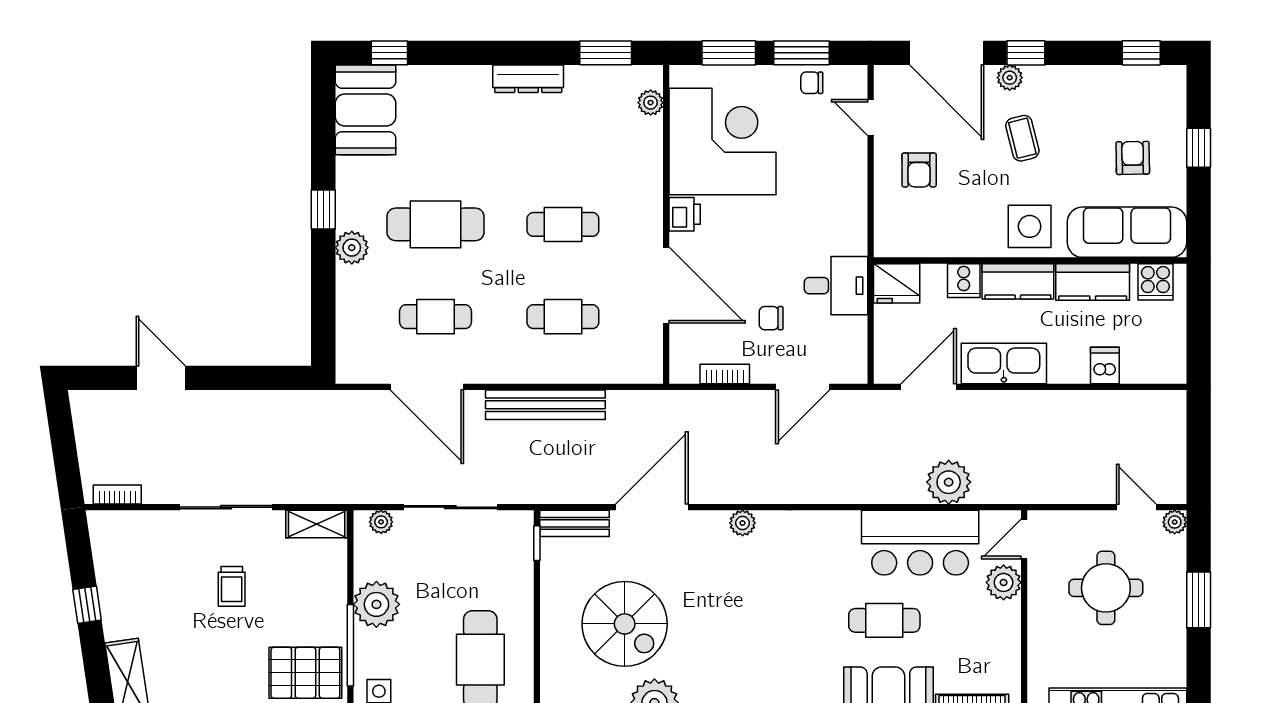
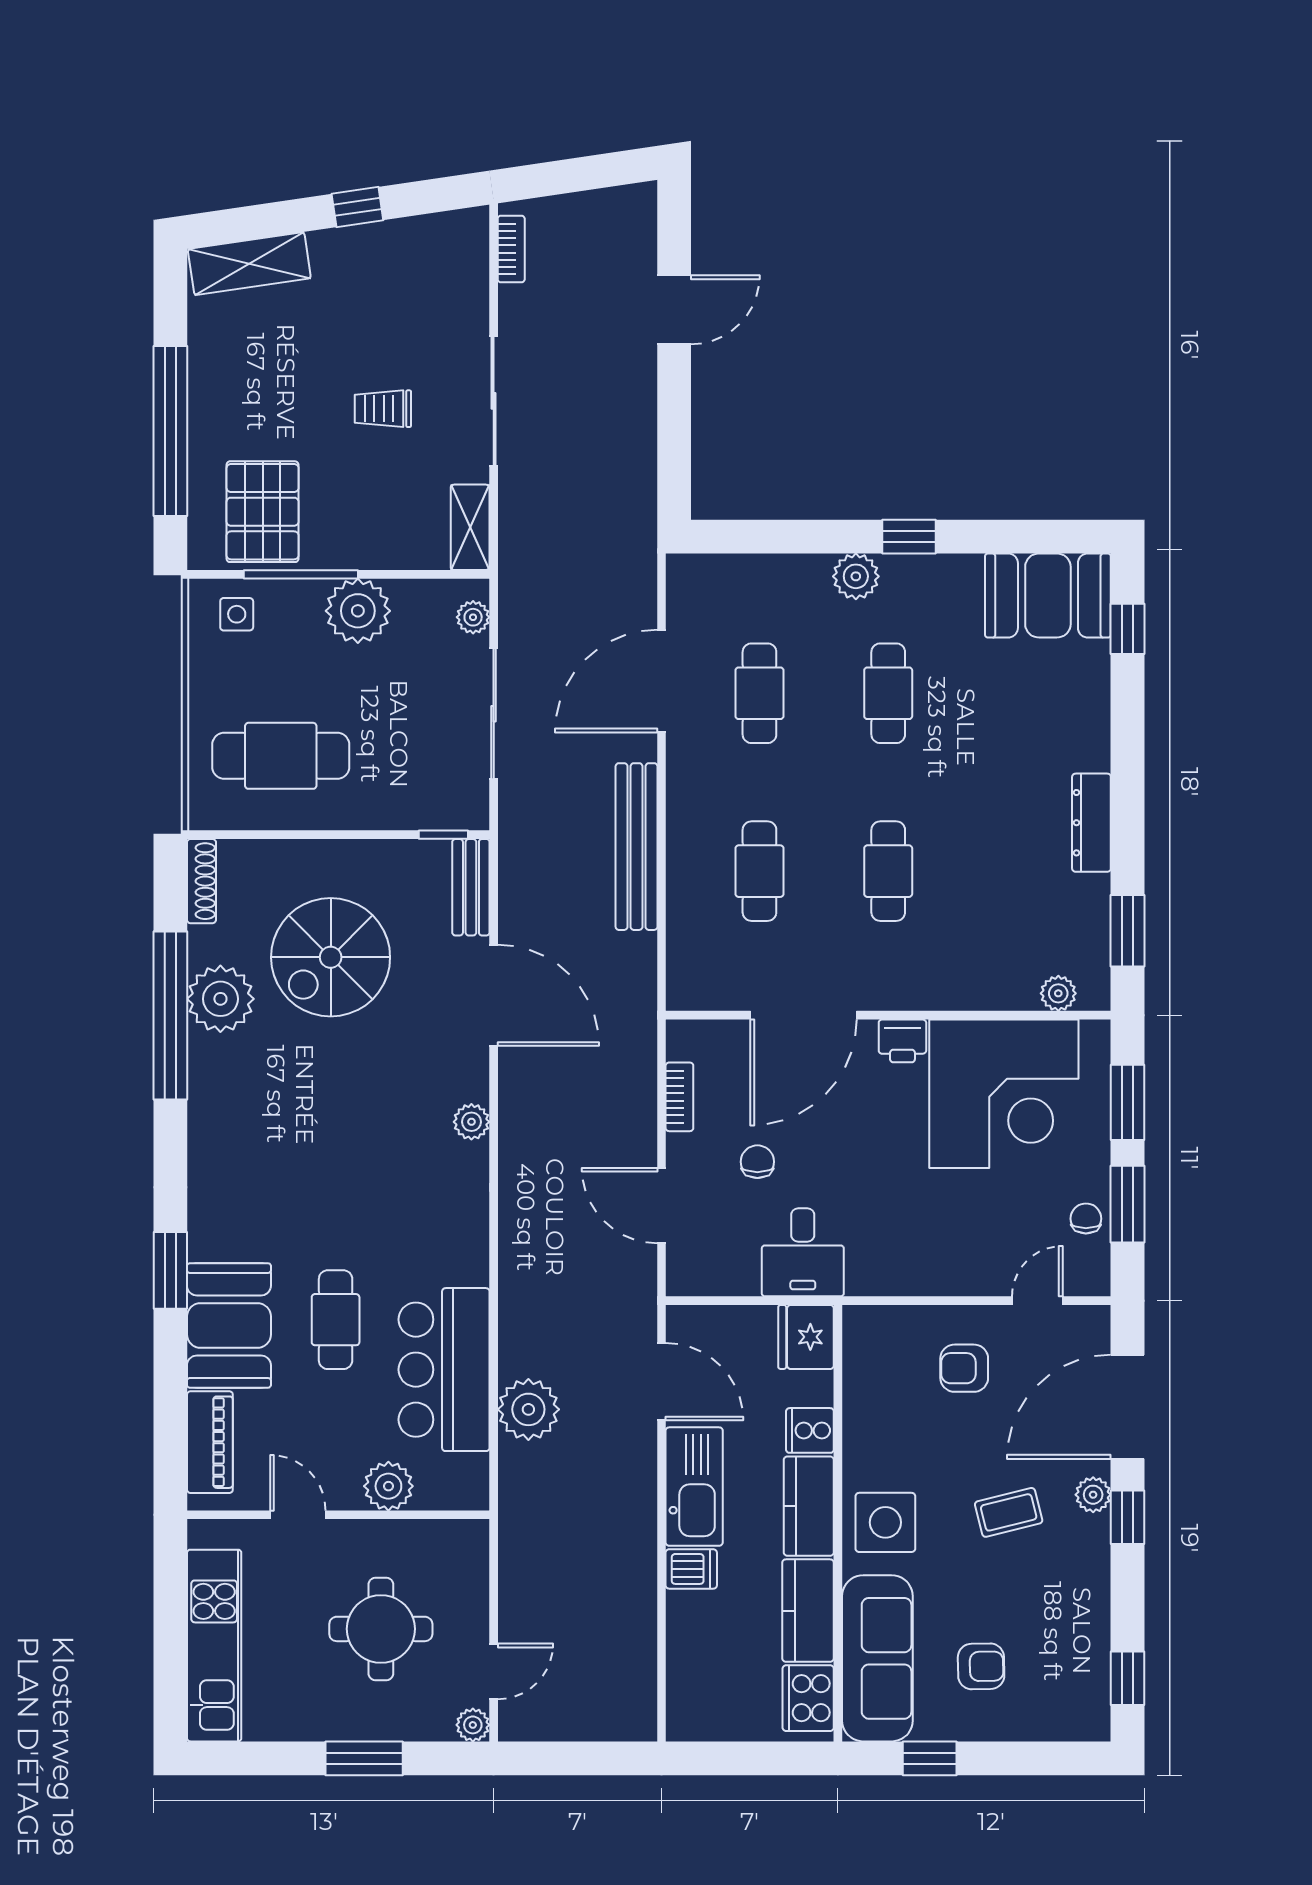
window: (1199, 148) -> (930, 1758), moved
cafe table: (435, 224) -> (888, 693), width x0.73, depth x0.74
cooker: (1155, 282) -> (808, 1698), width x1.36
dishwasher: (1105, 366) -> (691, 1569), moved
door: (1024, 539) -> (298, 1515), moved

